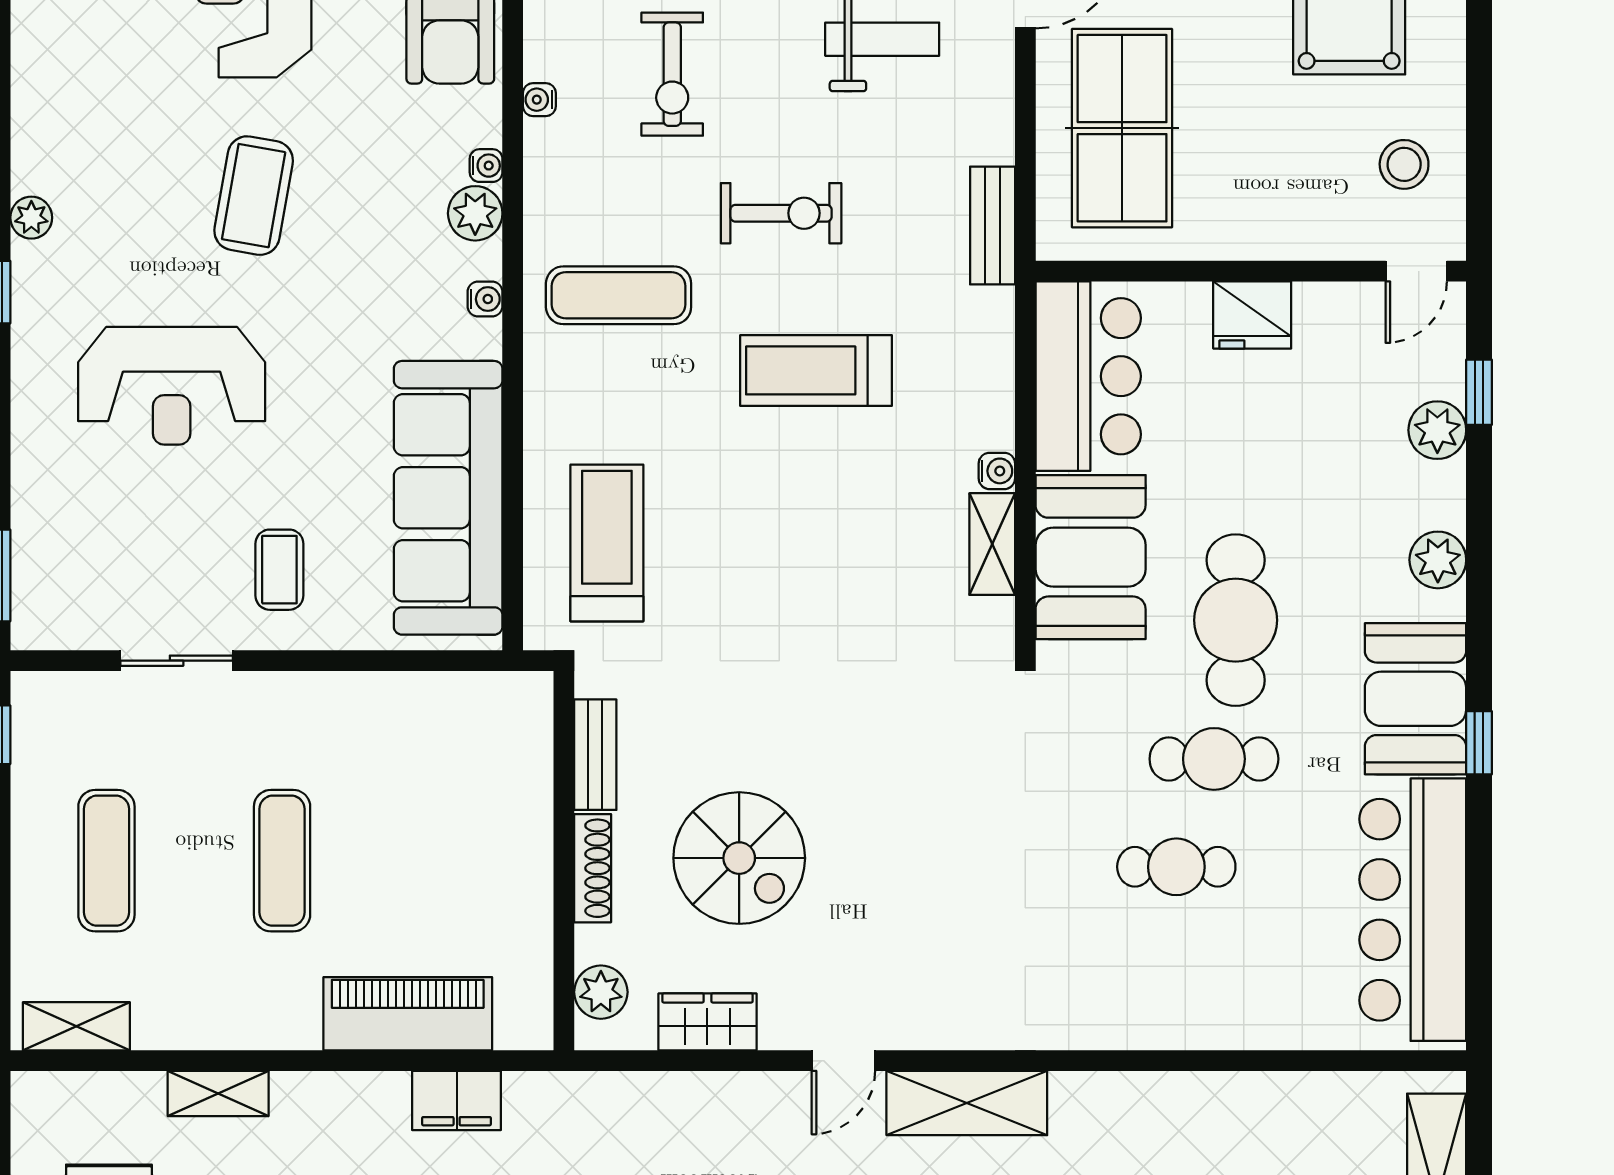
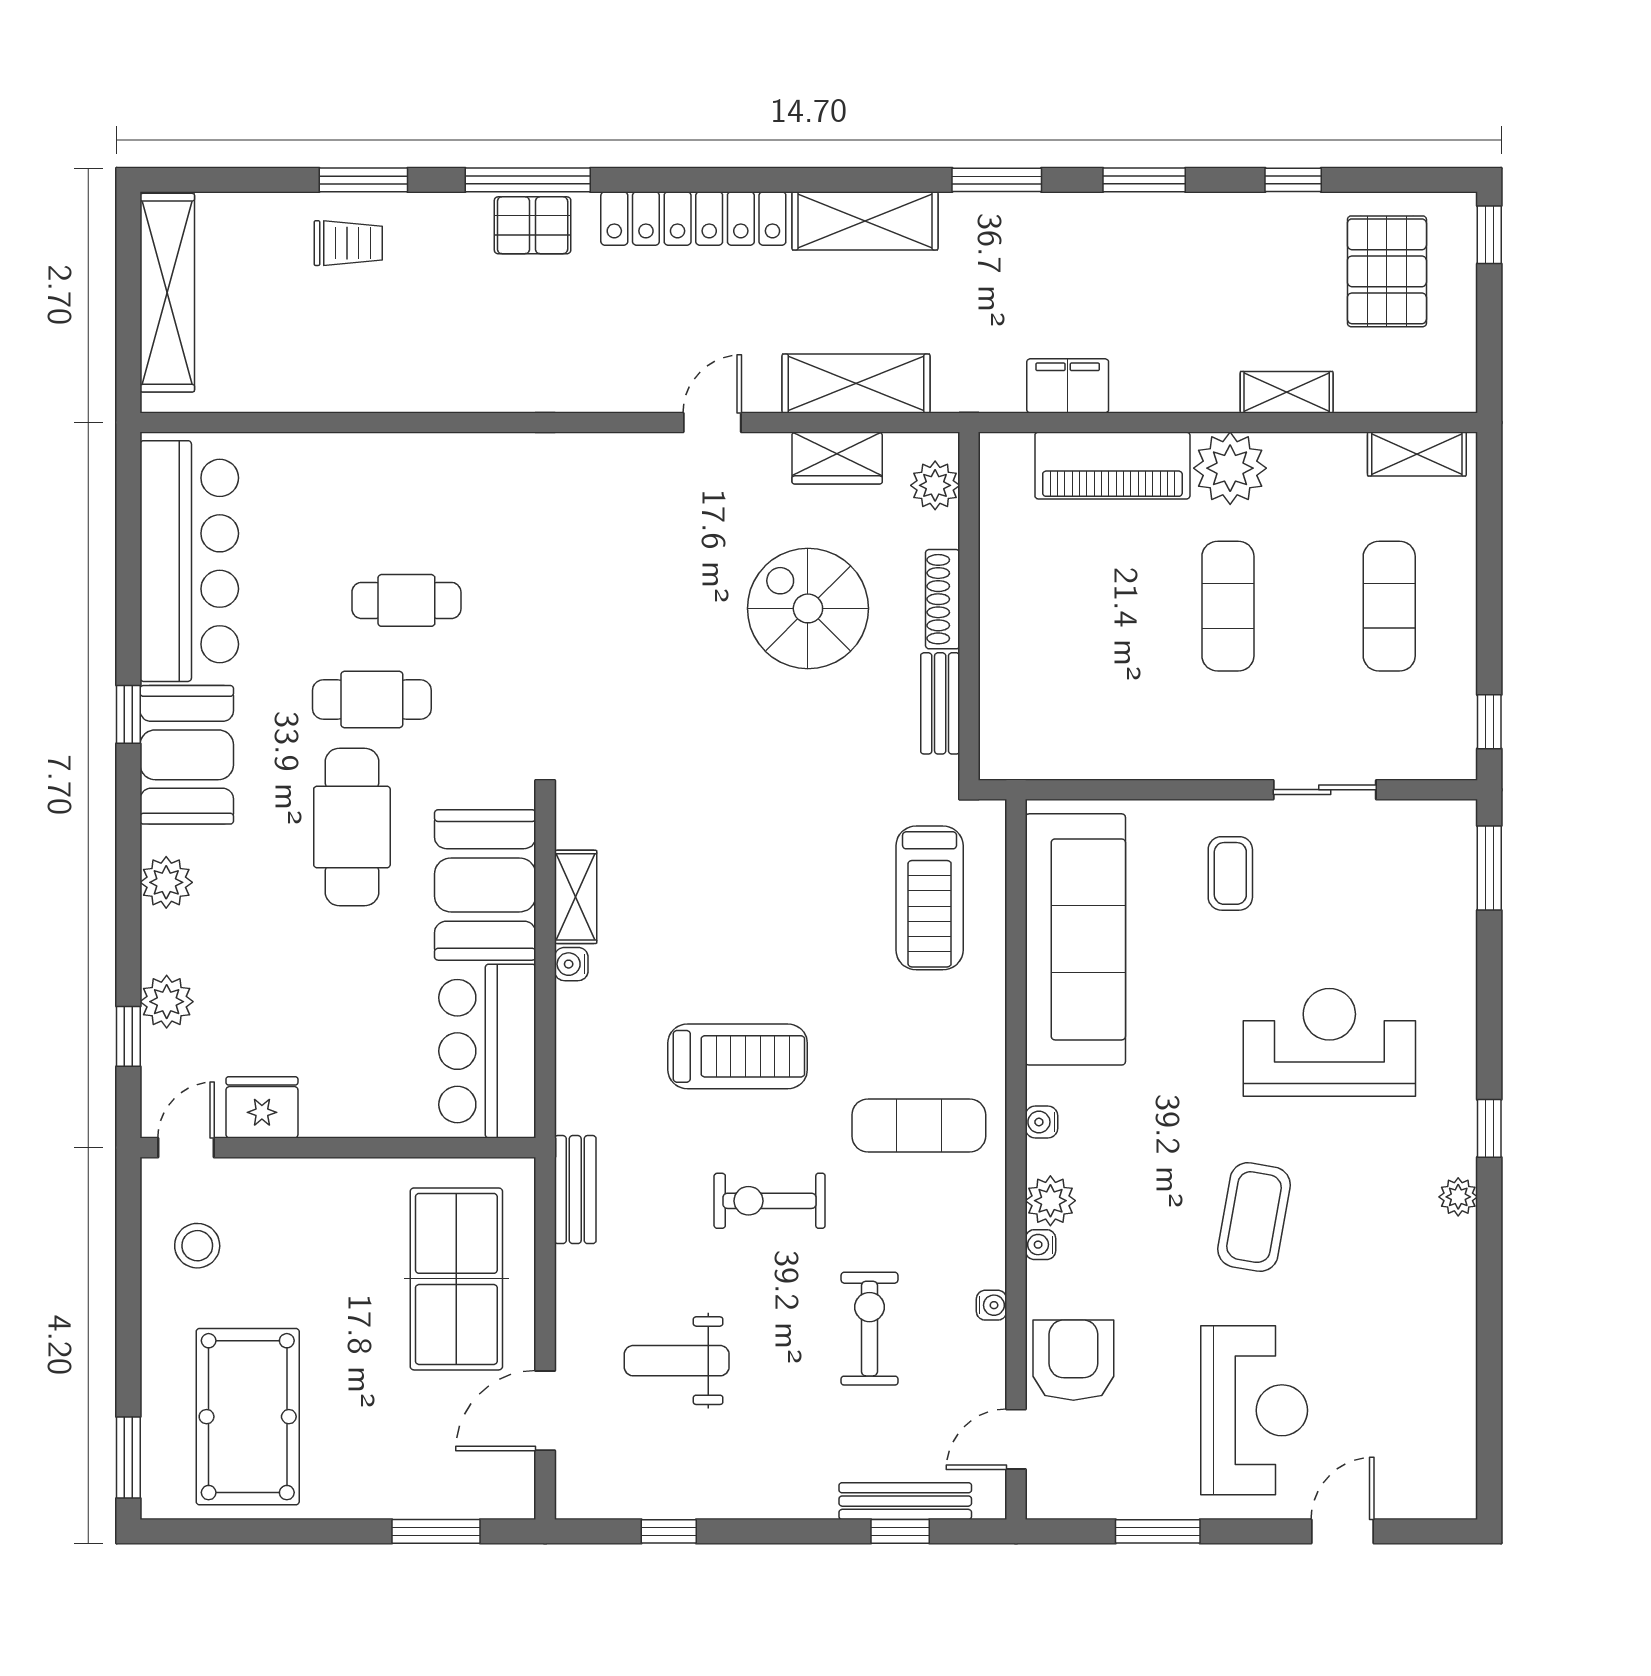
fridge: (1252, 315) -> (262, 1107), moved
plant: (280, 1011) -> (1230, 468), added
shelving: (967, 1103) -> (856, 383), moved

